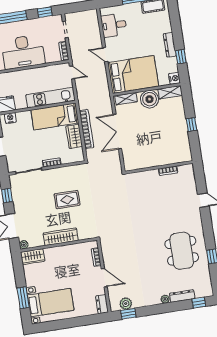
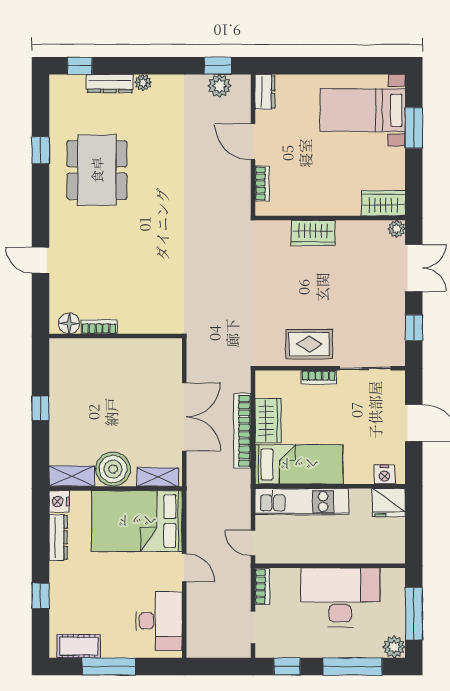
desk: (114, 25) -> (159, 621), width x1.37
dresser: (170, 45) -> (58, 537), moved
window: (181, 57) -> (40, 596), moved
floor lamp: (184, 170) -> (69, 323), added
rug: (67, 200) -> (309, 344), moved
wardrobe: (61, 237) -> (313, 233), width x0.67

